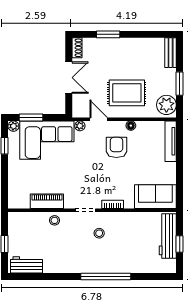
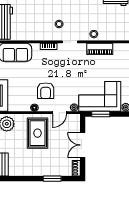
rug: (127, 93) -> (38, 133), turned 90
window: (31, 117) -> (101, 114), moved
door: (99, 119) -> (59, 113), hinge flipped

